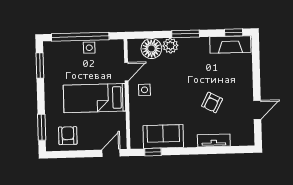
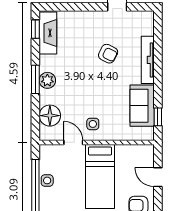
plant: (170, 46) -> (47, 80), moved
tv unit: (214, 140) -> (148, 60), width x1.41
door: (111, 153) -> (158, 177), moved

